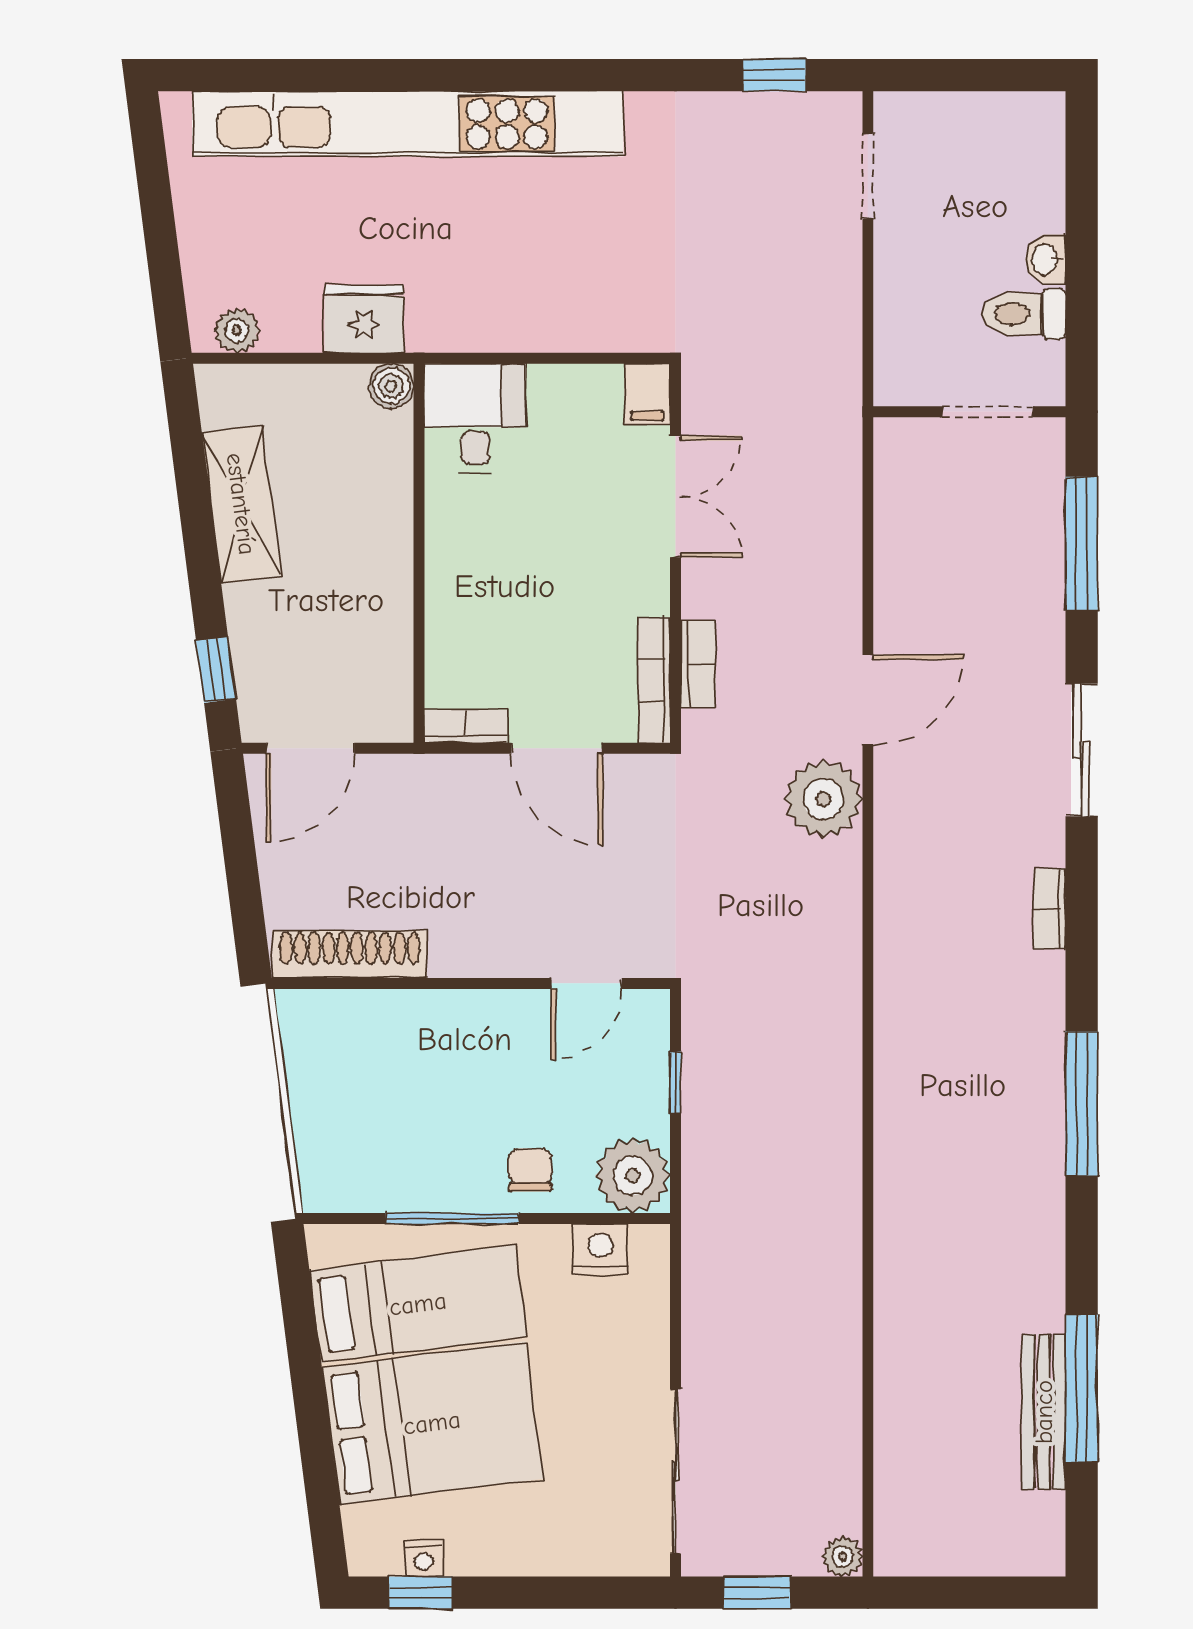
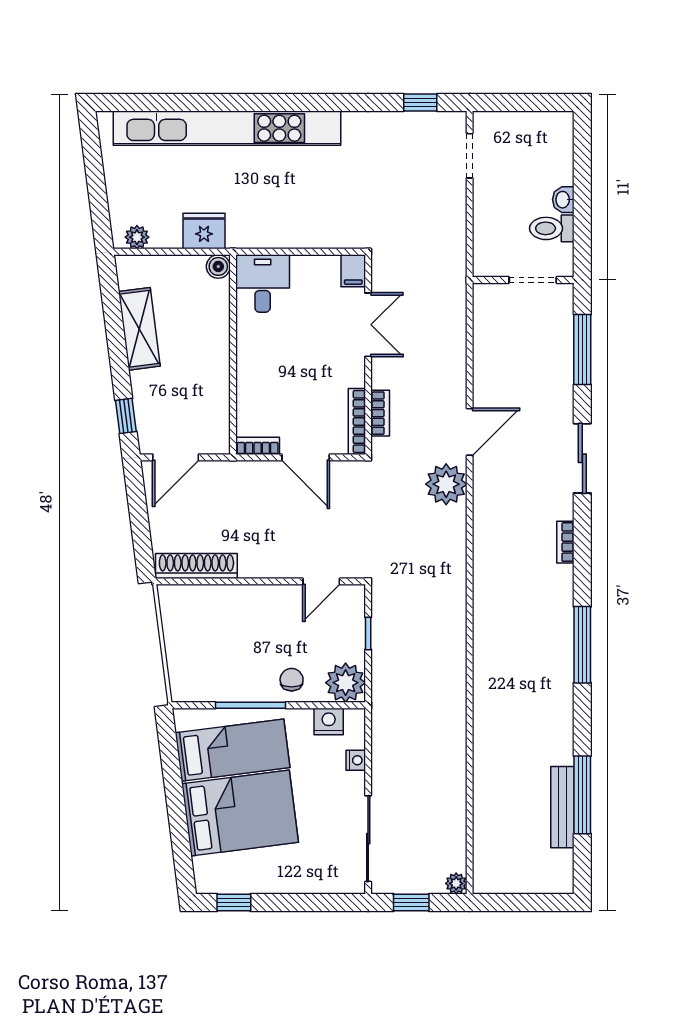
nightstand: (424, 1558) -> (356, 760), moved, turned -90

